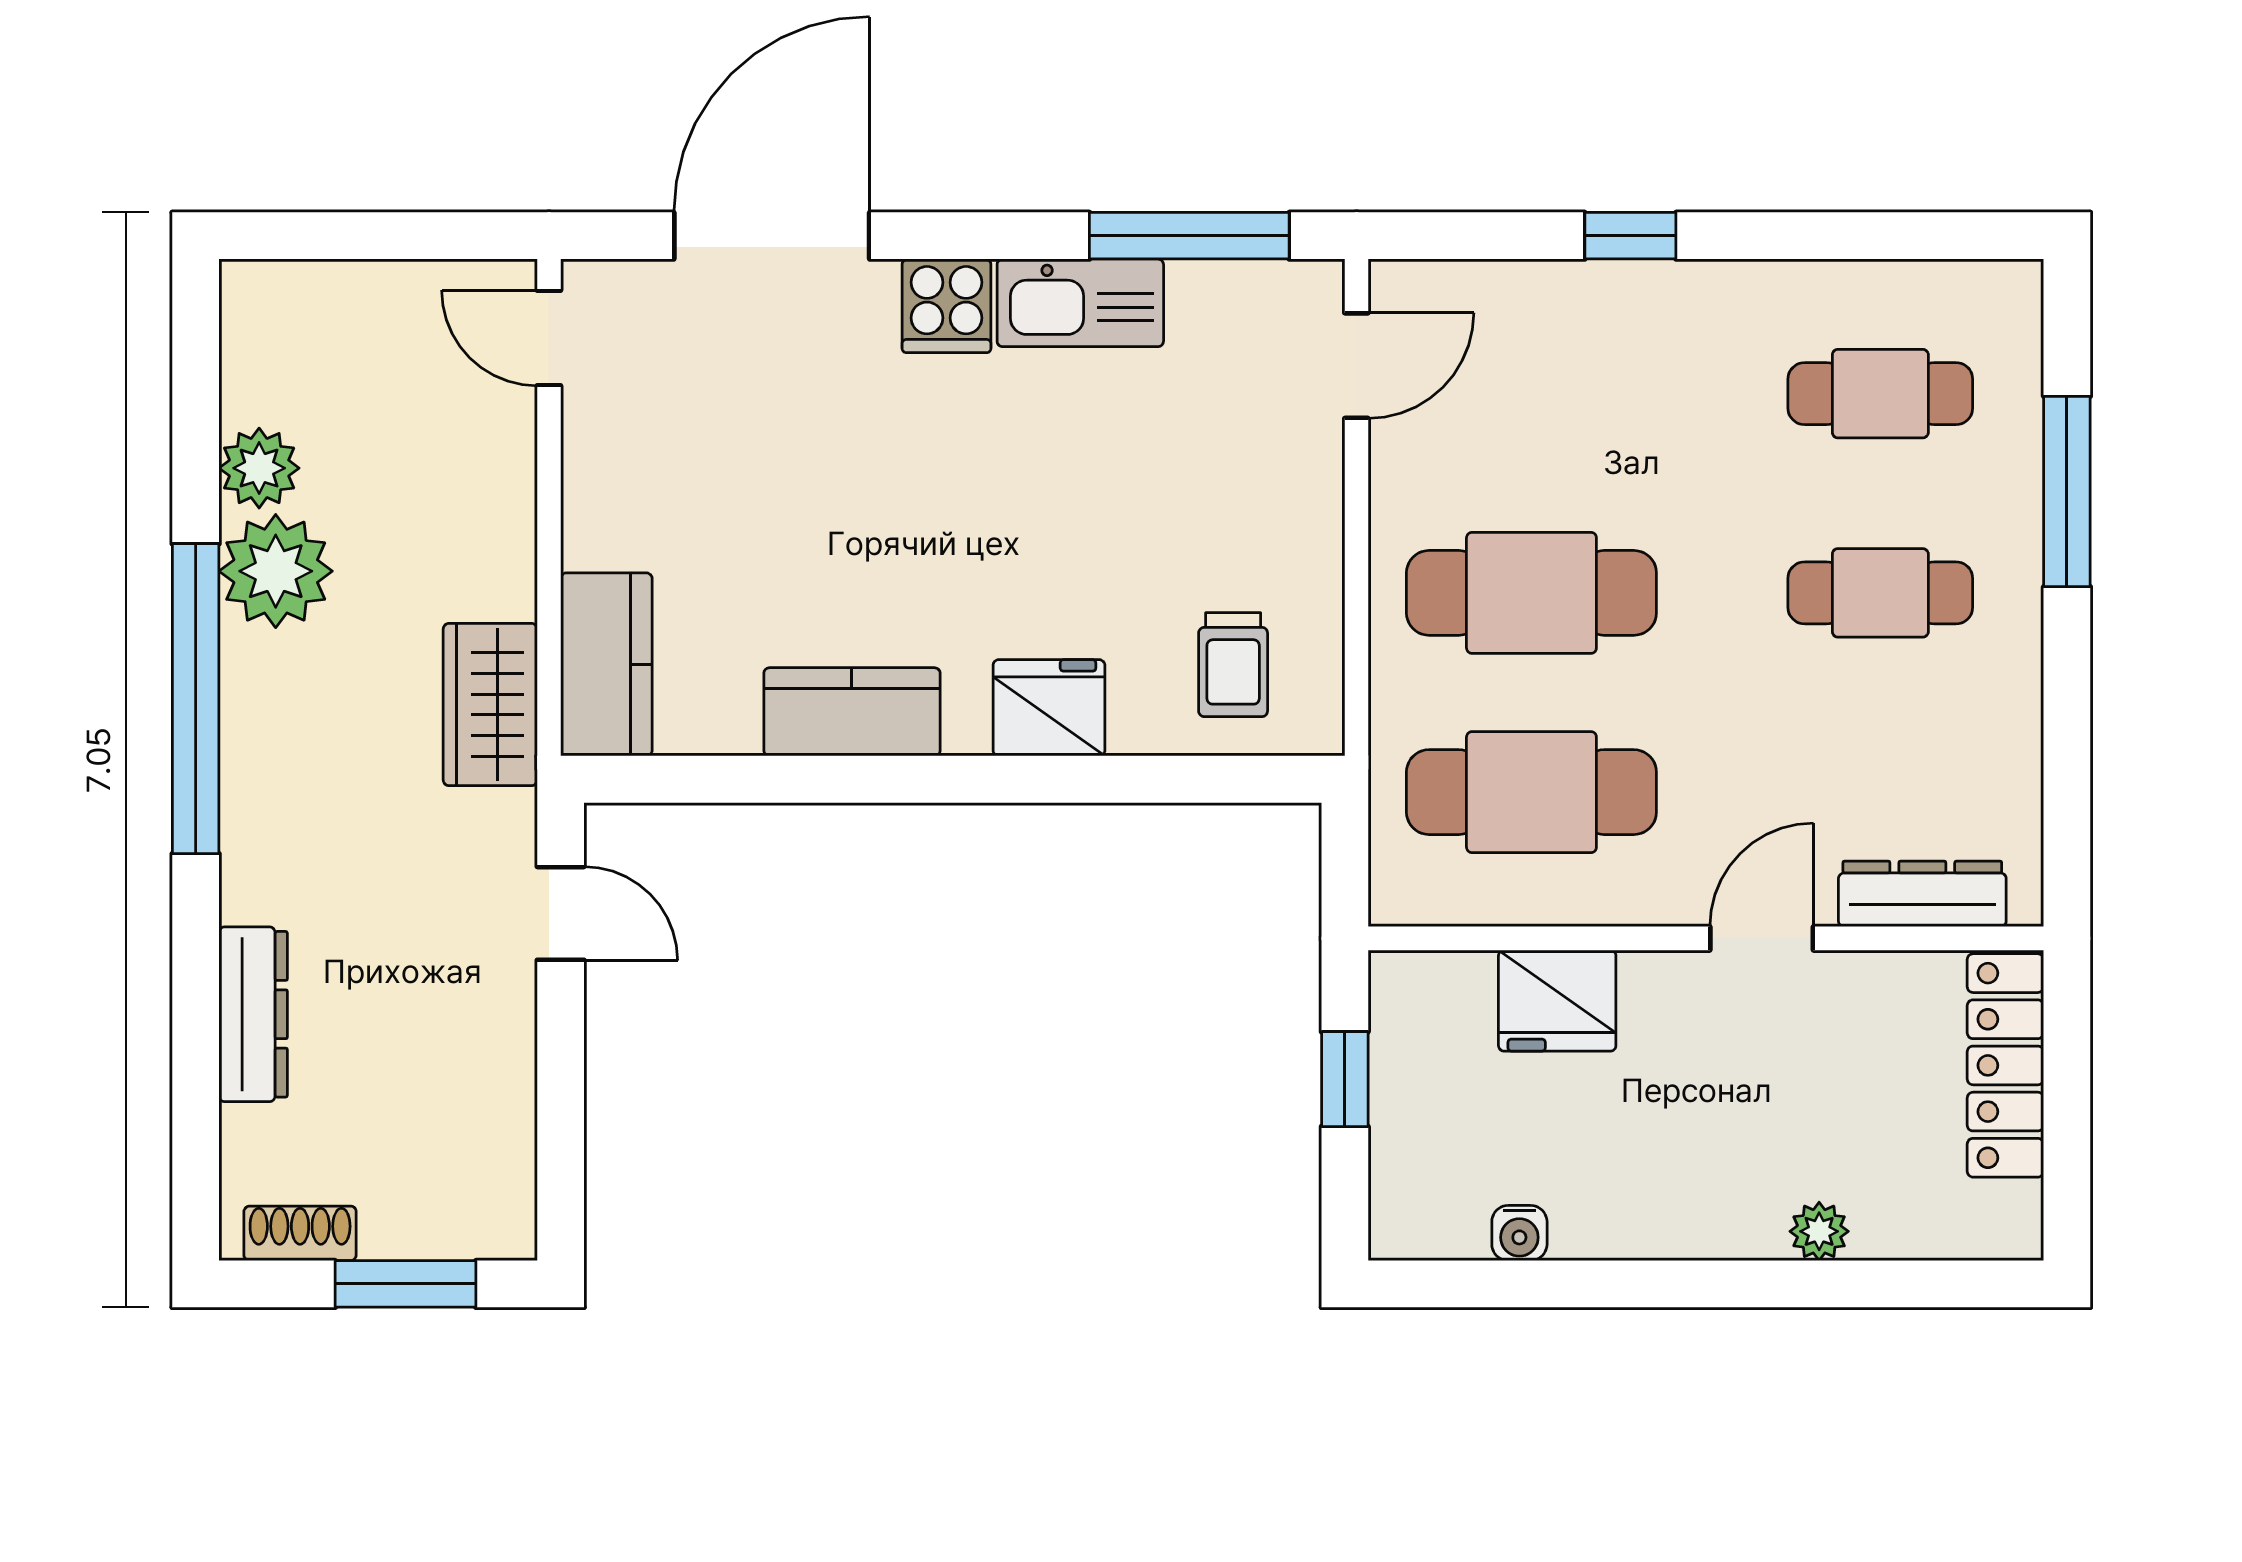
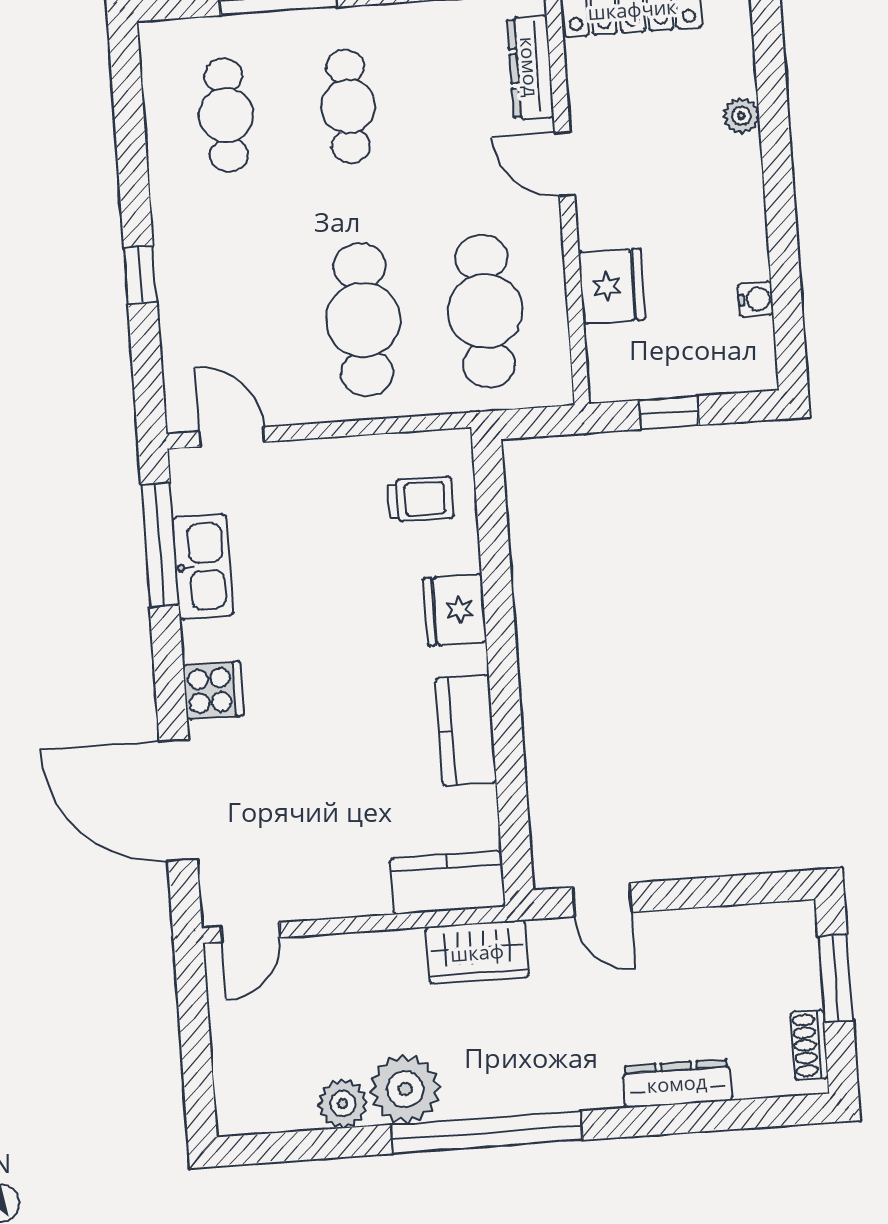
kitchen sink: (1080, 303) -> (203, 567), moved
door: (561, 913) -> (602, 900), swing flipped

